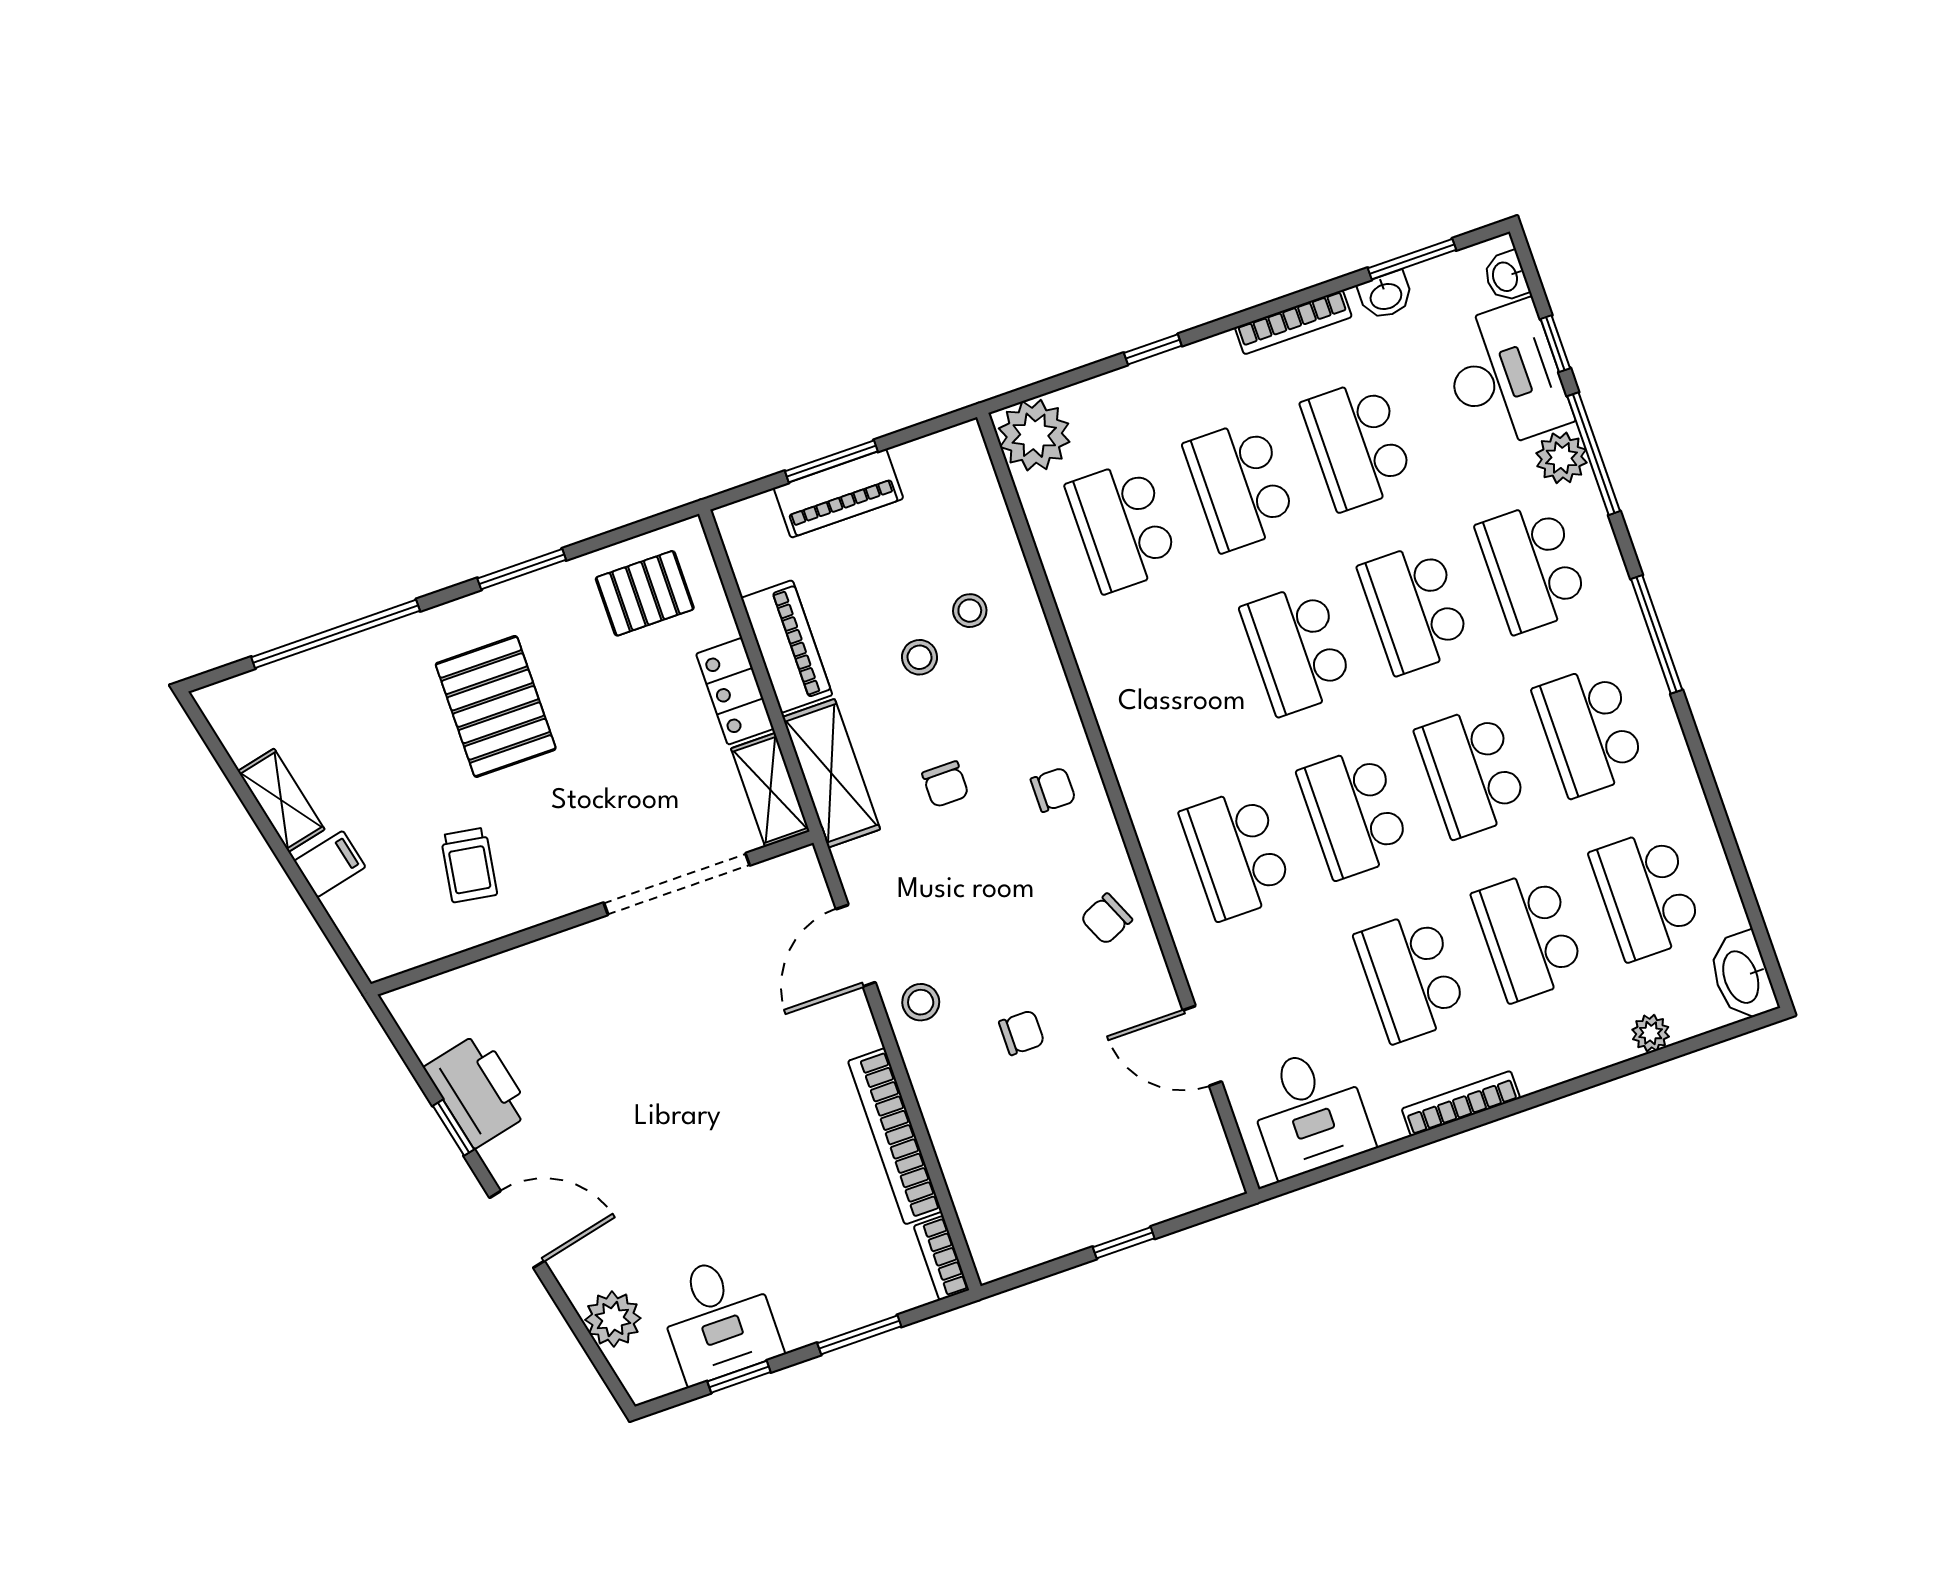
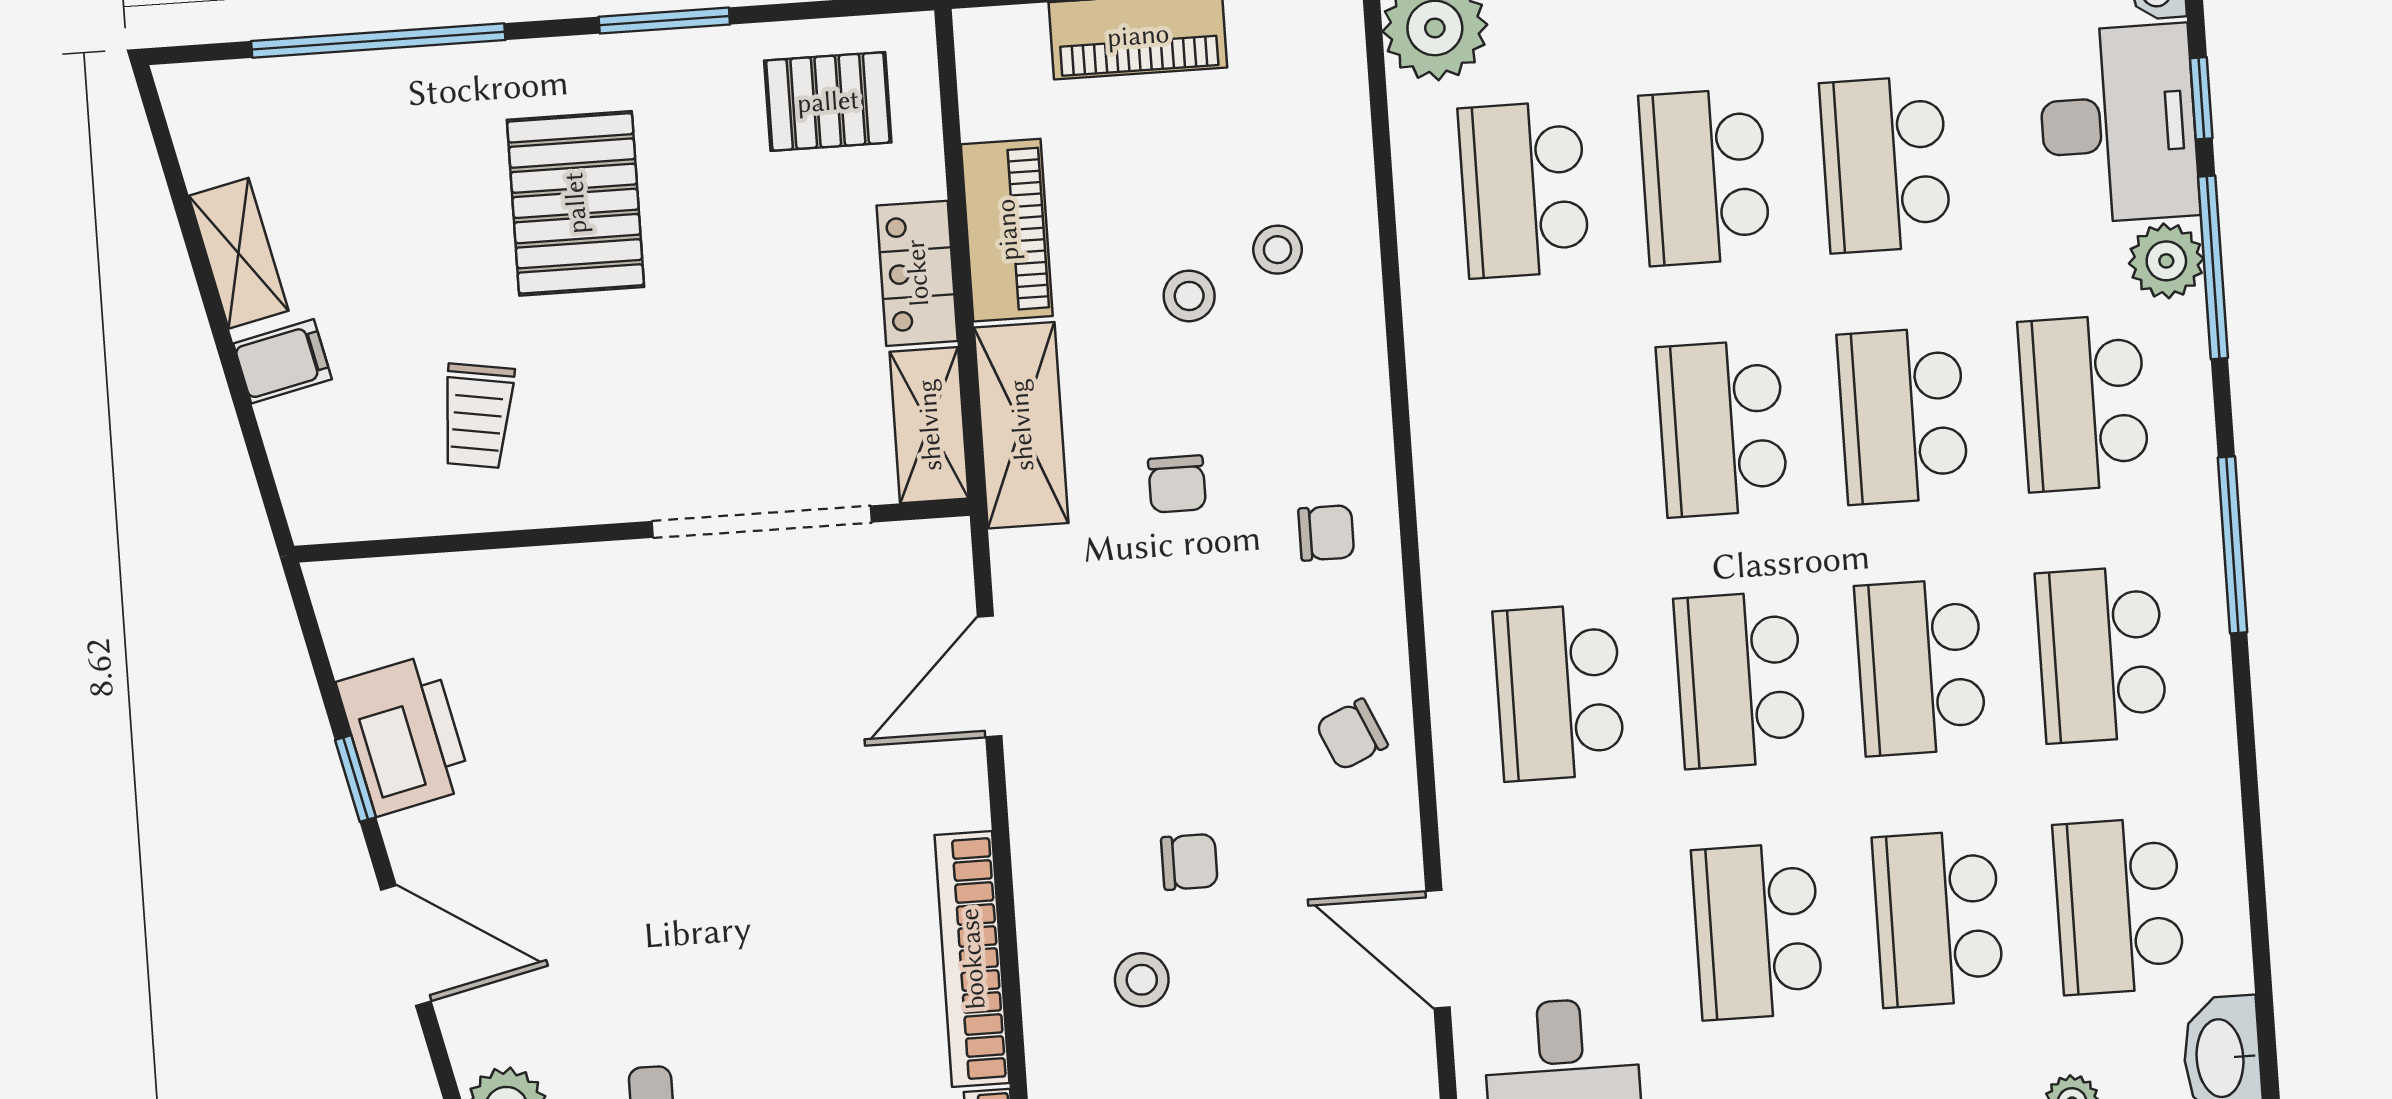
stool: (921, 1002) -> (1142, 980), moved

